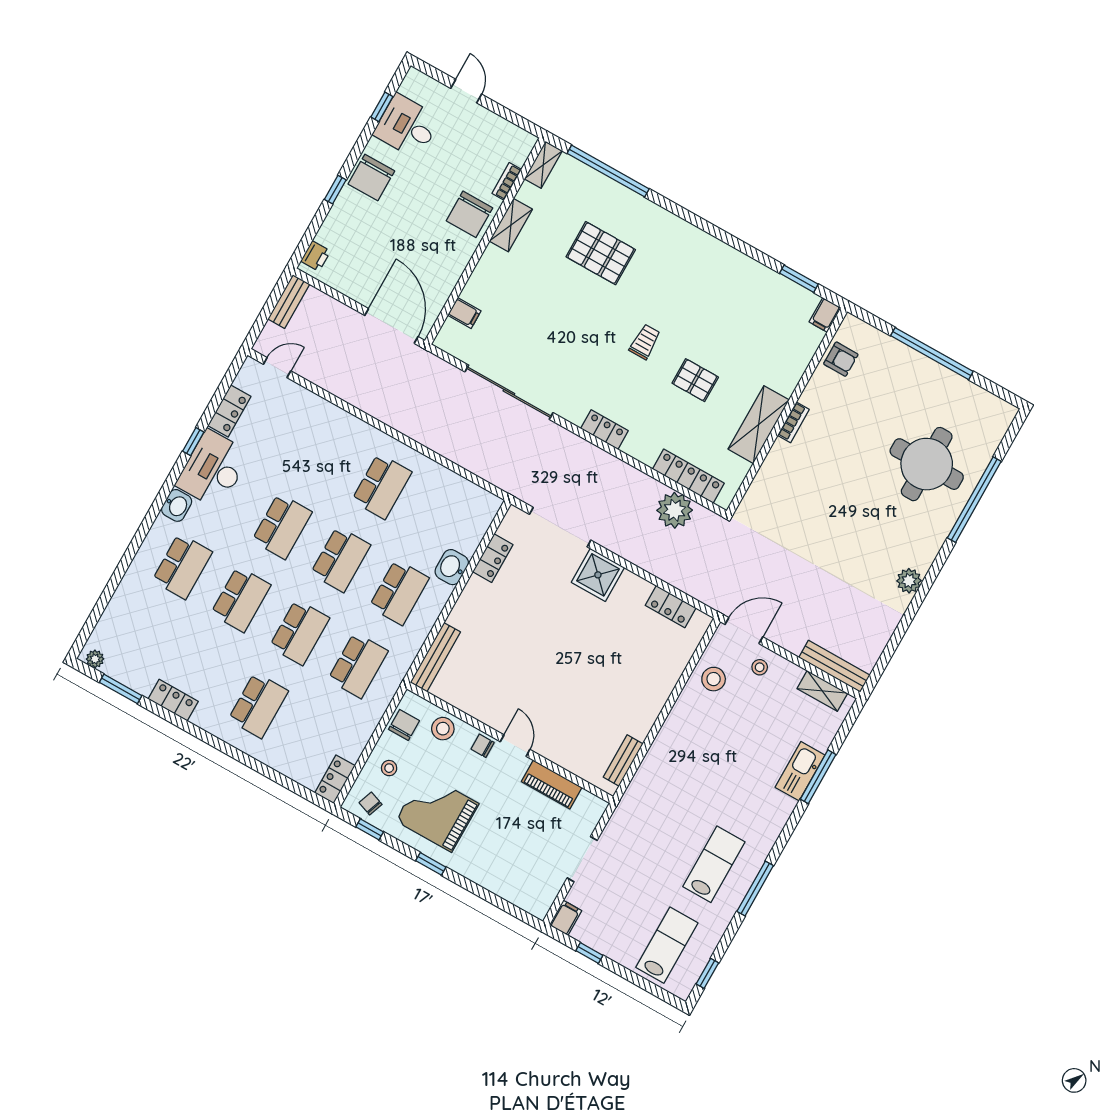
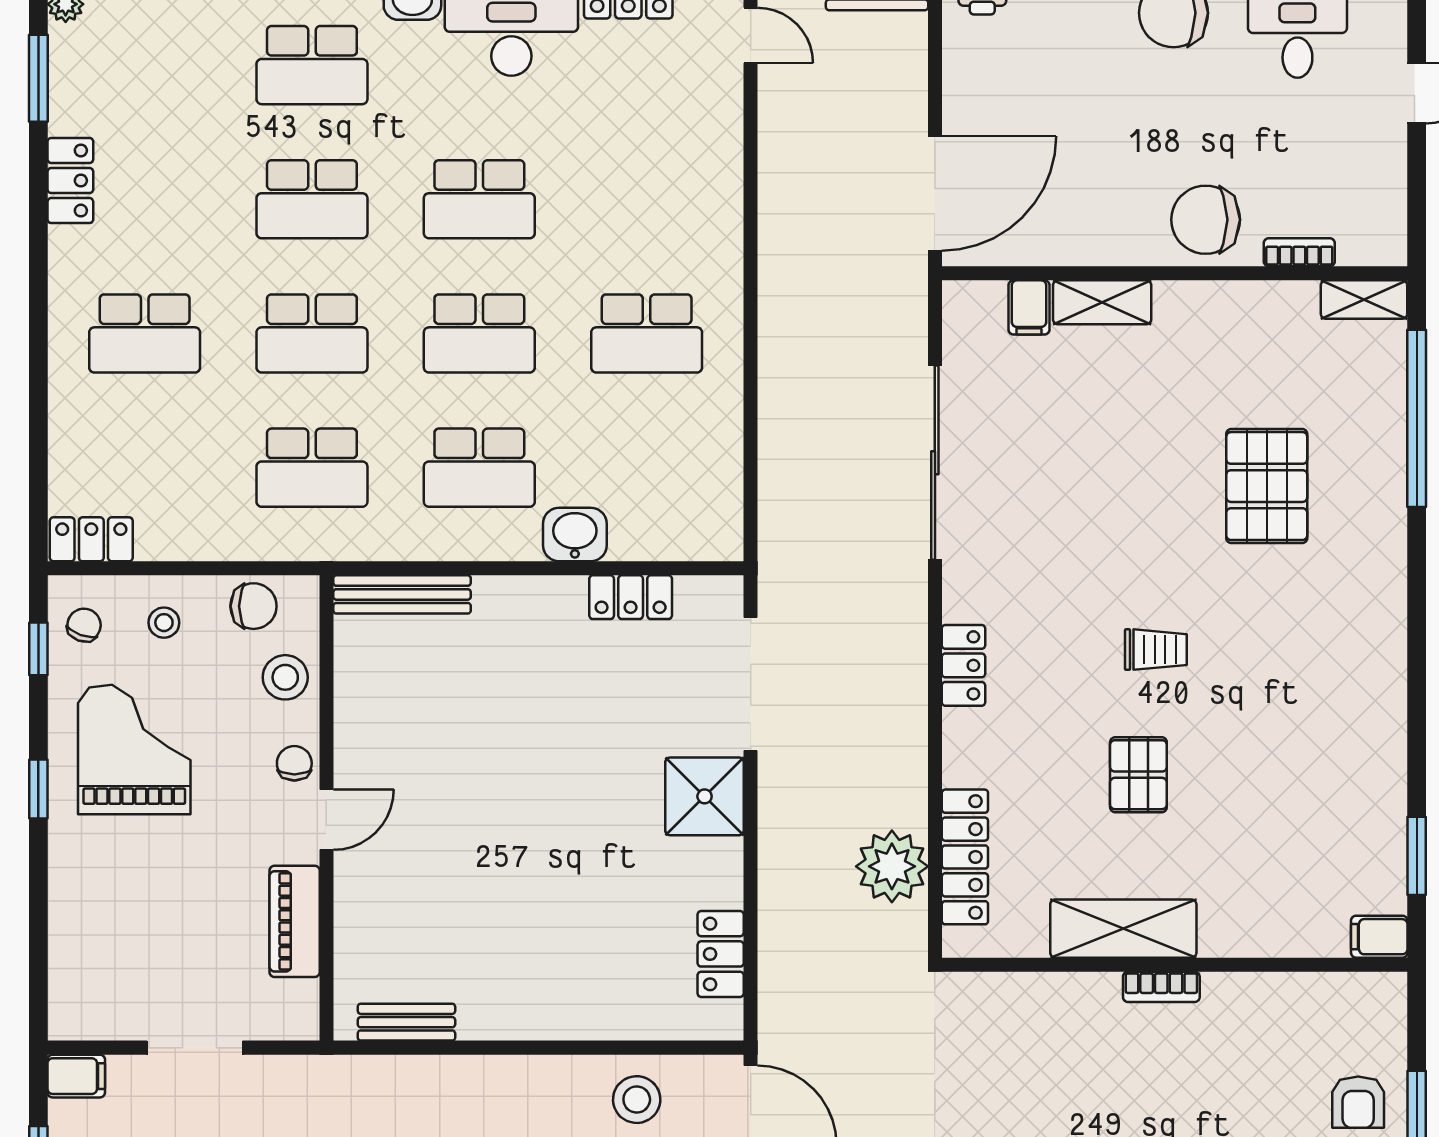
shelving: (511, 225) -> (1102, 302), moved
armchair: (841, 359) -> (1358, 1102), moved

